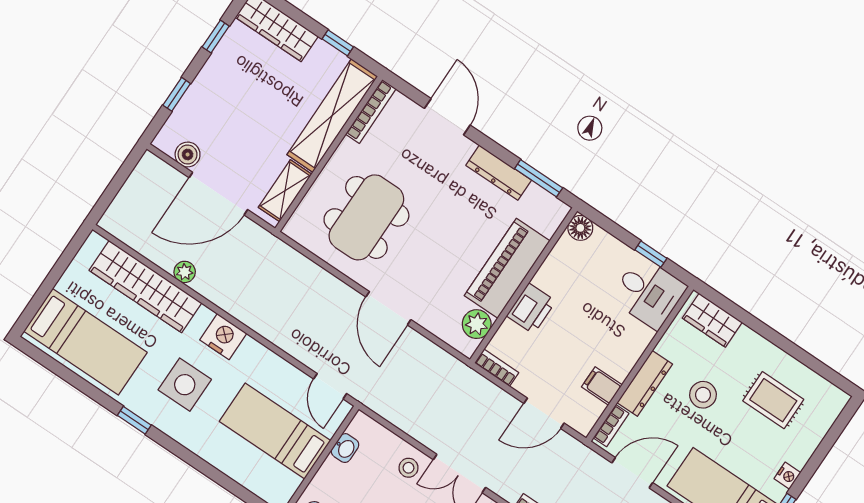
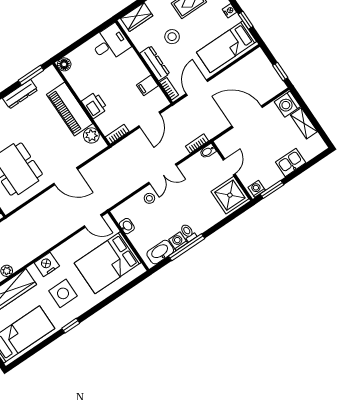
window: (651, 254) -> (91, 34), removed
bed: (275, 431) -> (108, 263), width x1.50

